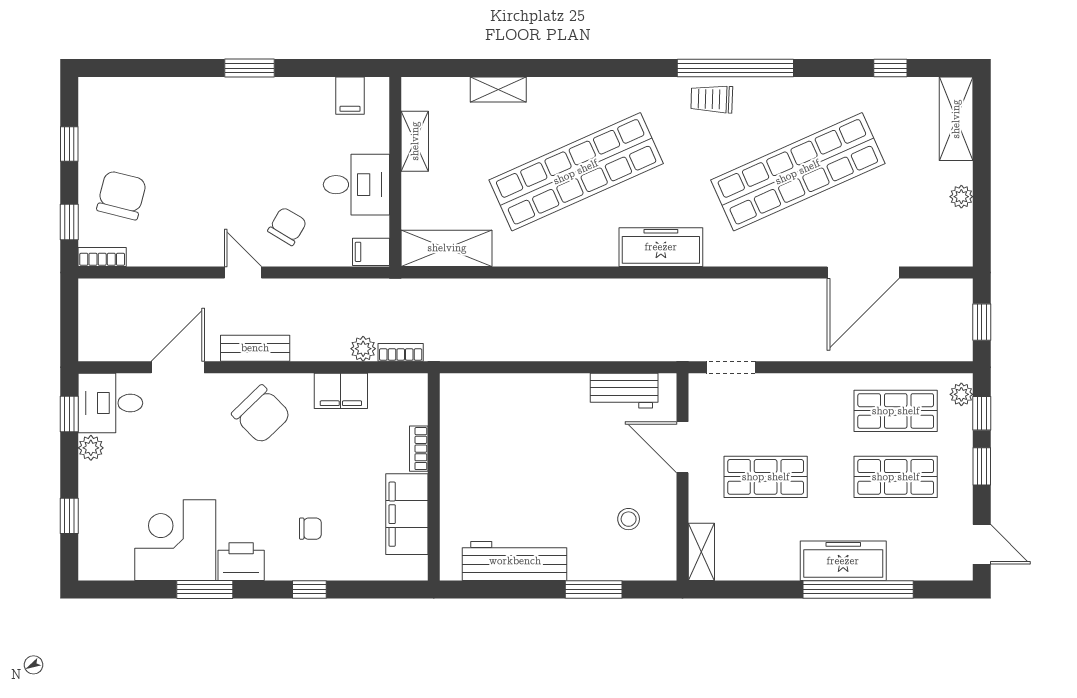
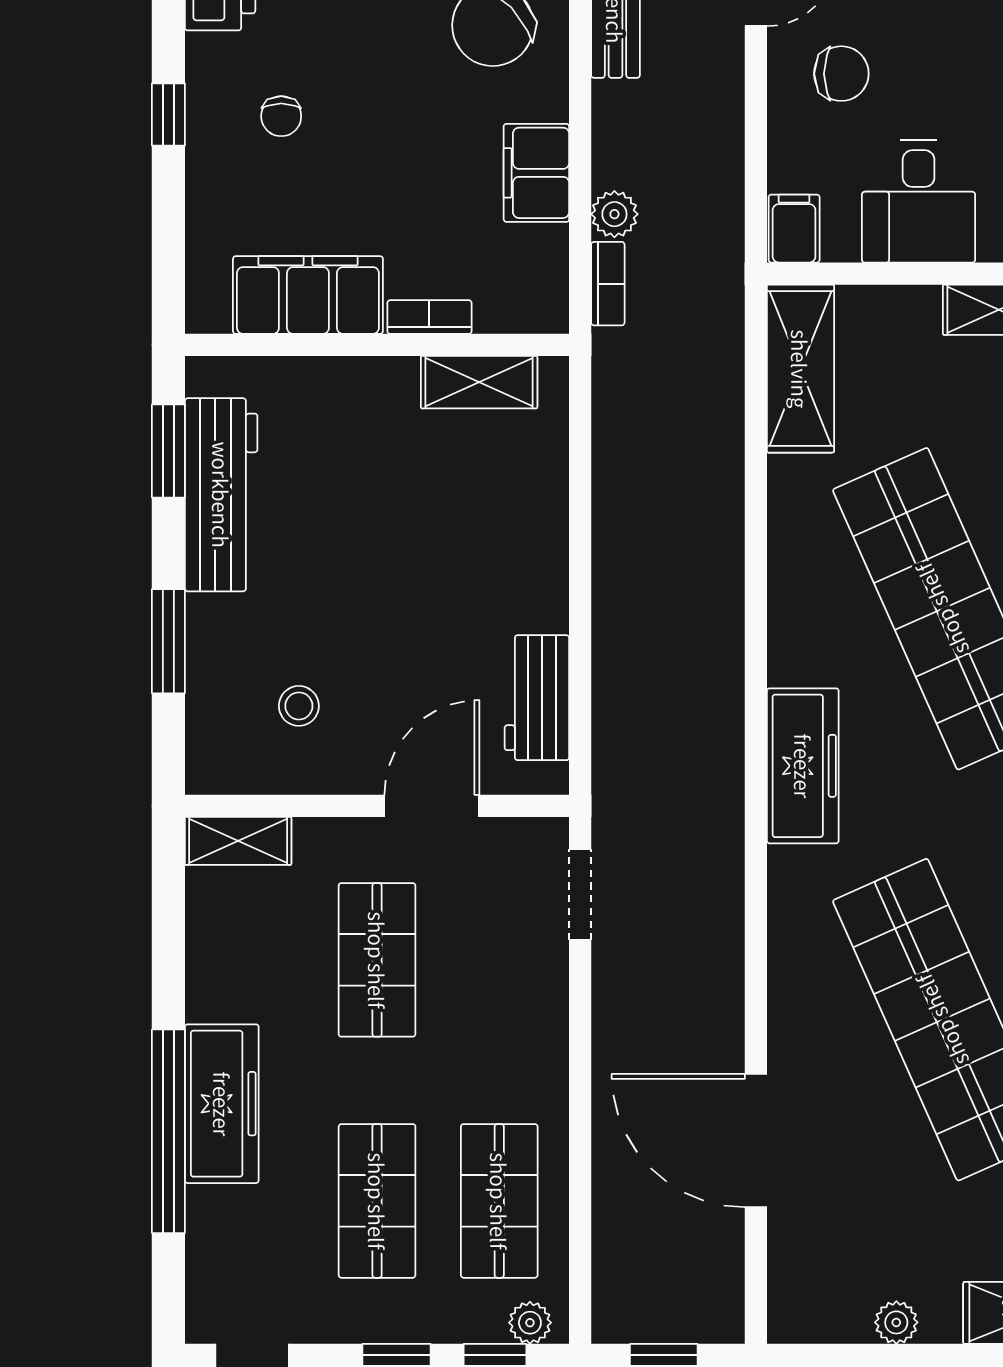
chair: (287, 226) -> (841, 74), turned -31
shelving: (454, 422) -> (479, 382), added
window: (491, 589) -> (168, 451), added

